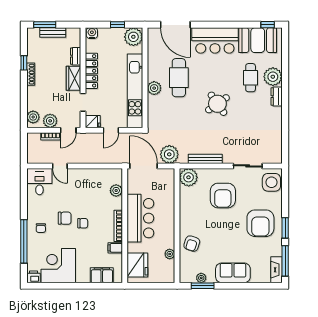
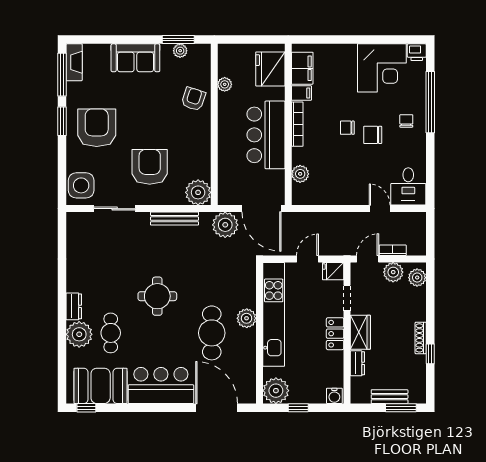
locker: (91, 71) -> (335, 334), width x0.66
round table: (217, 104) -> (157, 296), turned 35
filing cabinet: (102, 275) -> (302, 68), moved, turned -90

